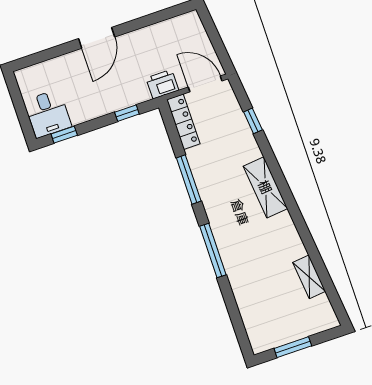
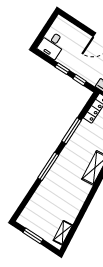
window: (64, 135) -> (62, 69), moved
shelving: (309, 277) -> (63, 233), moved

